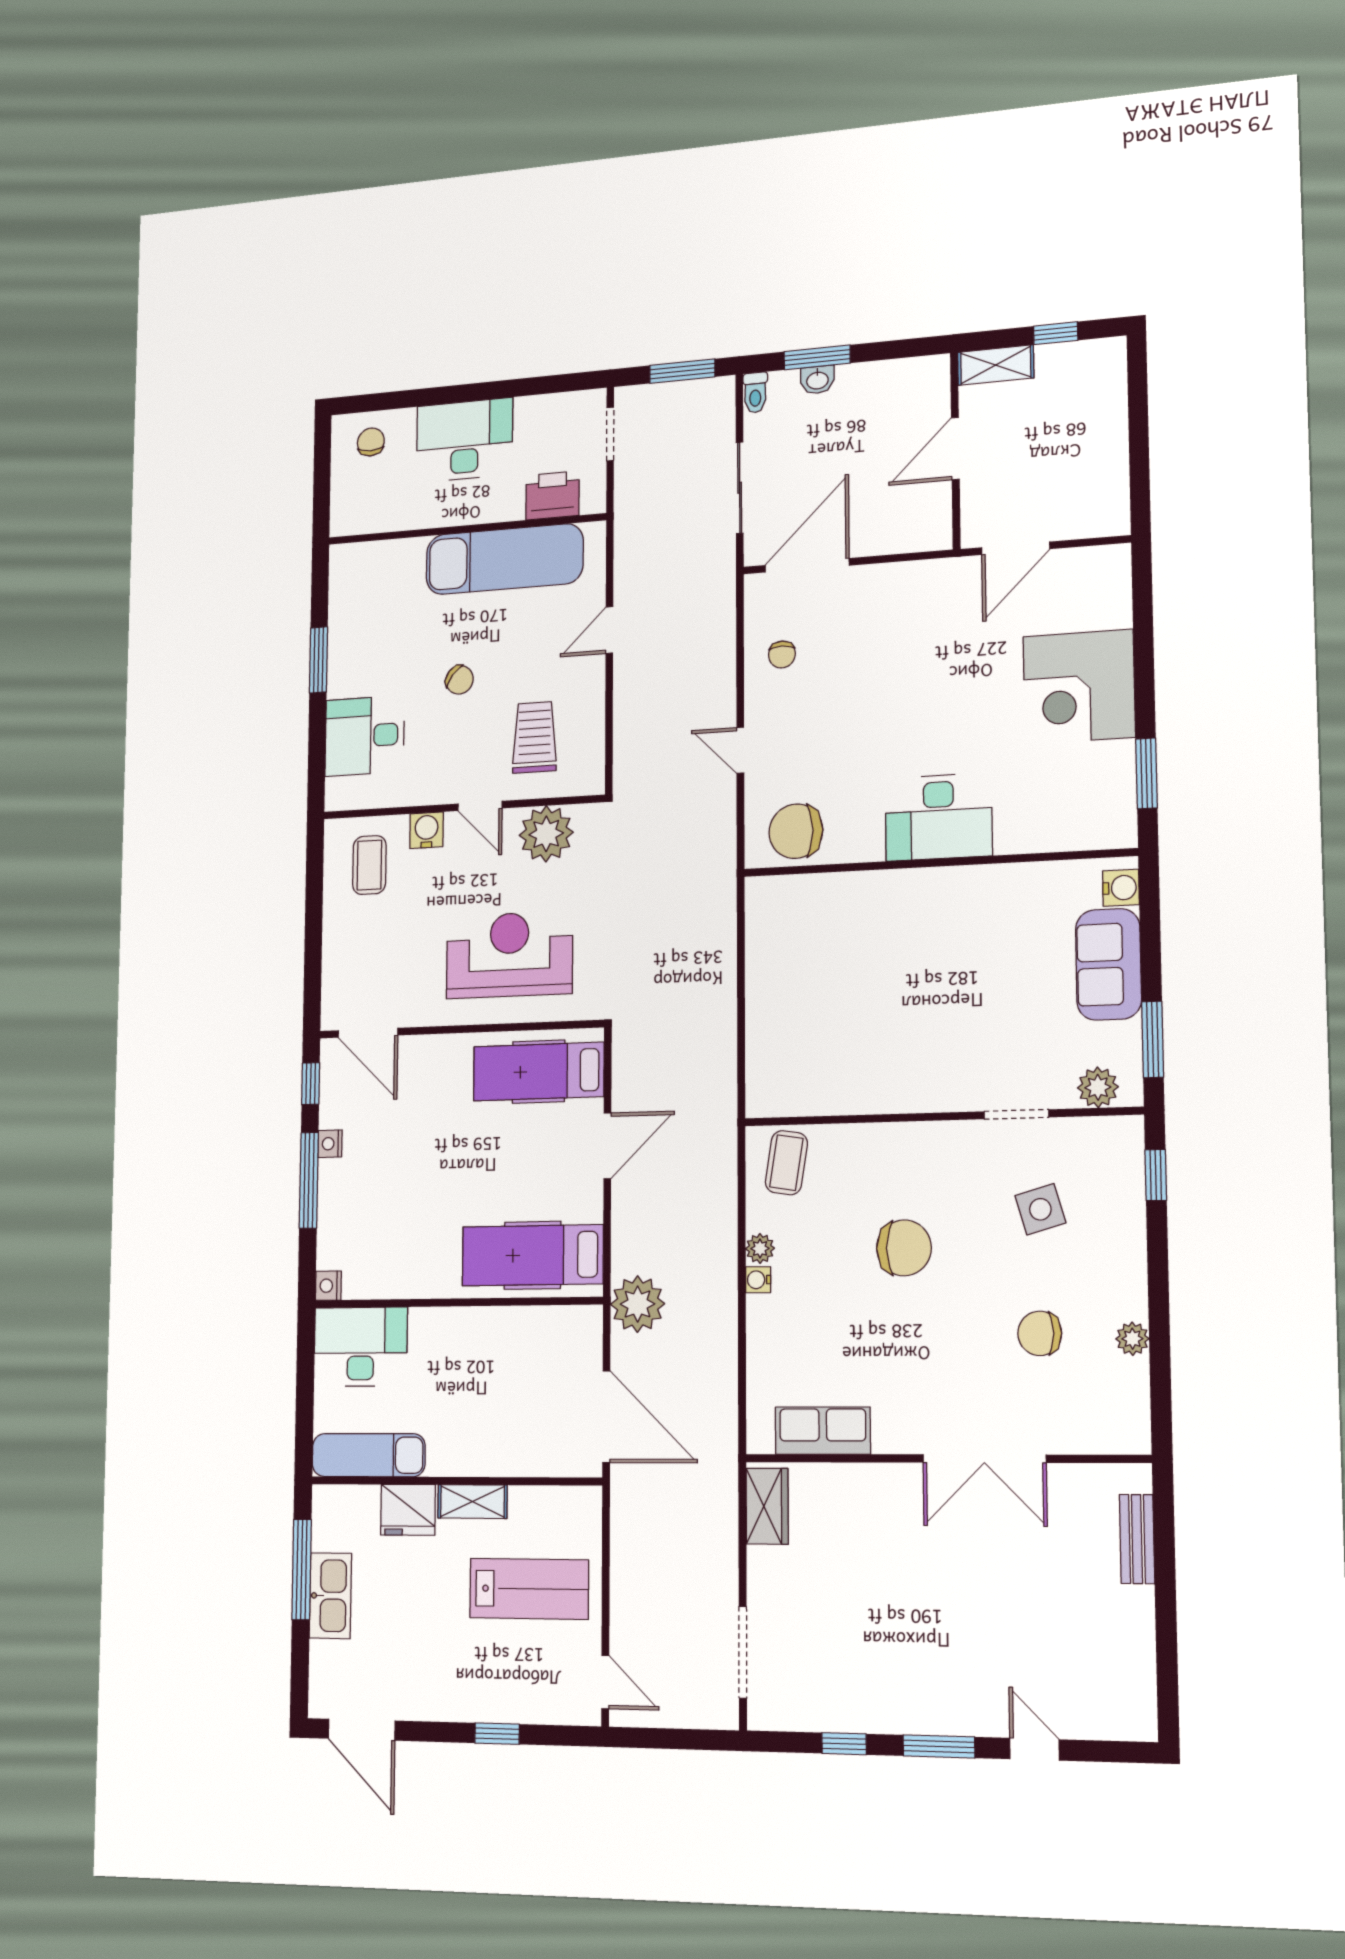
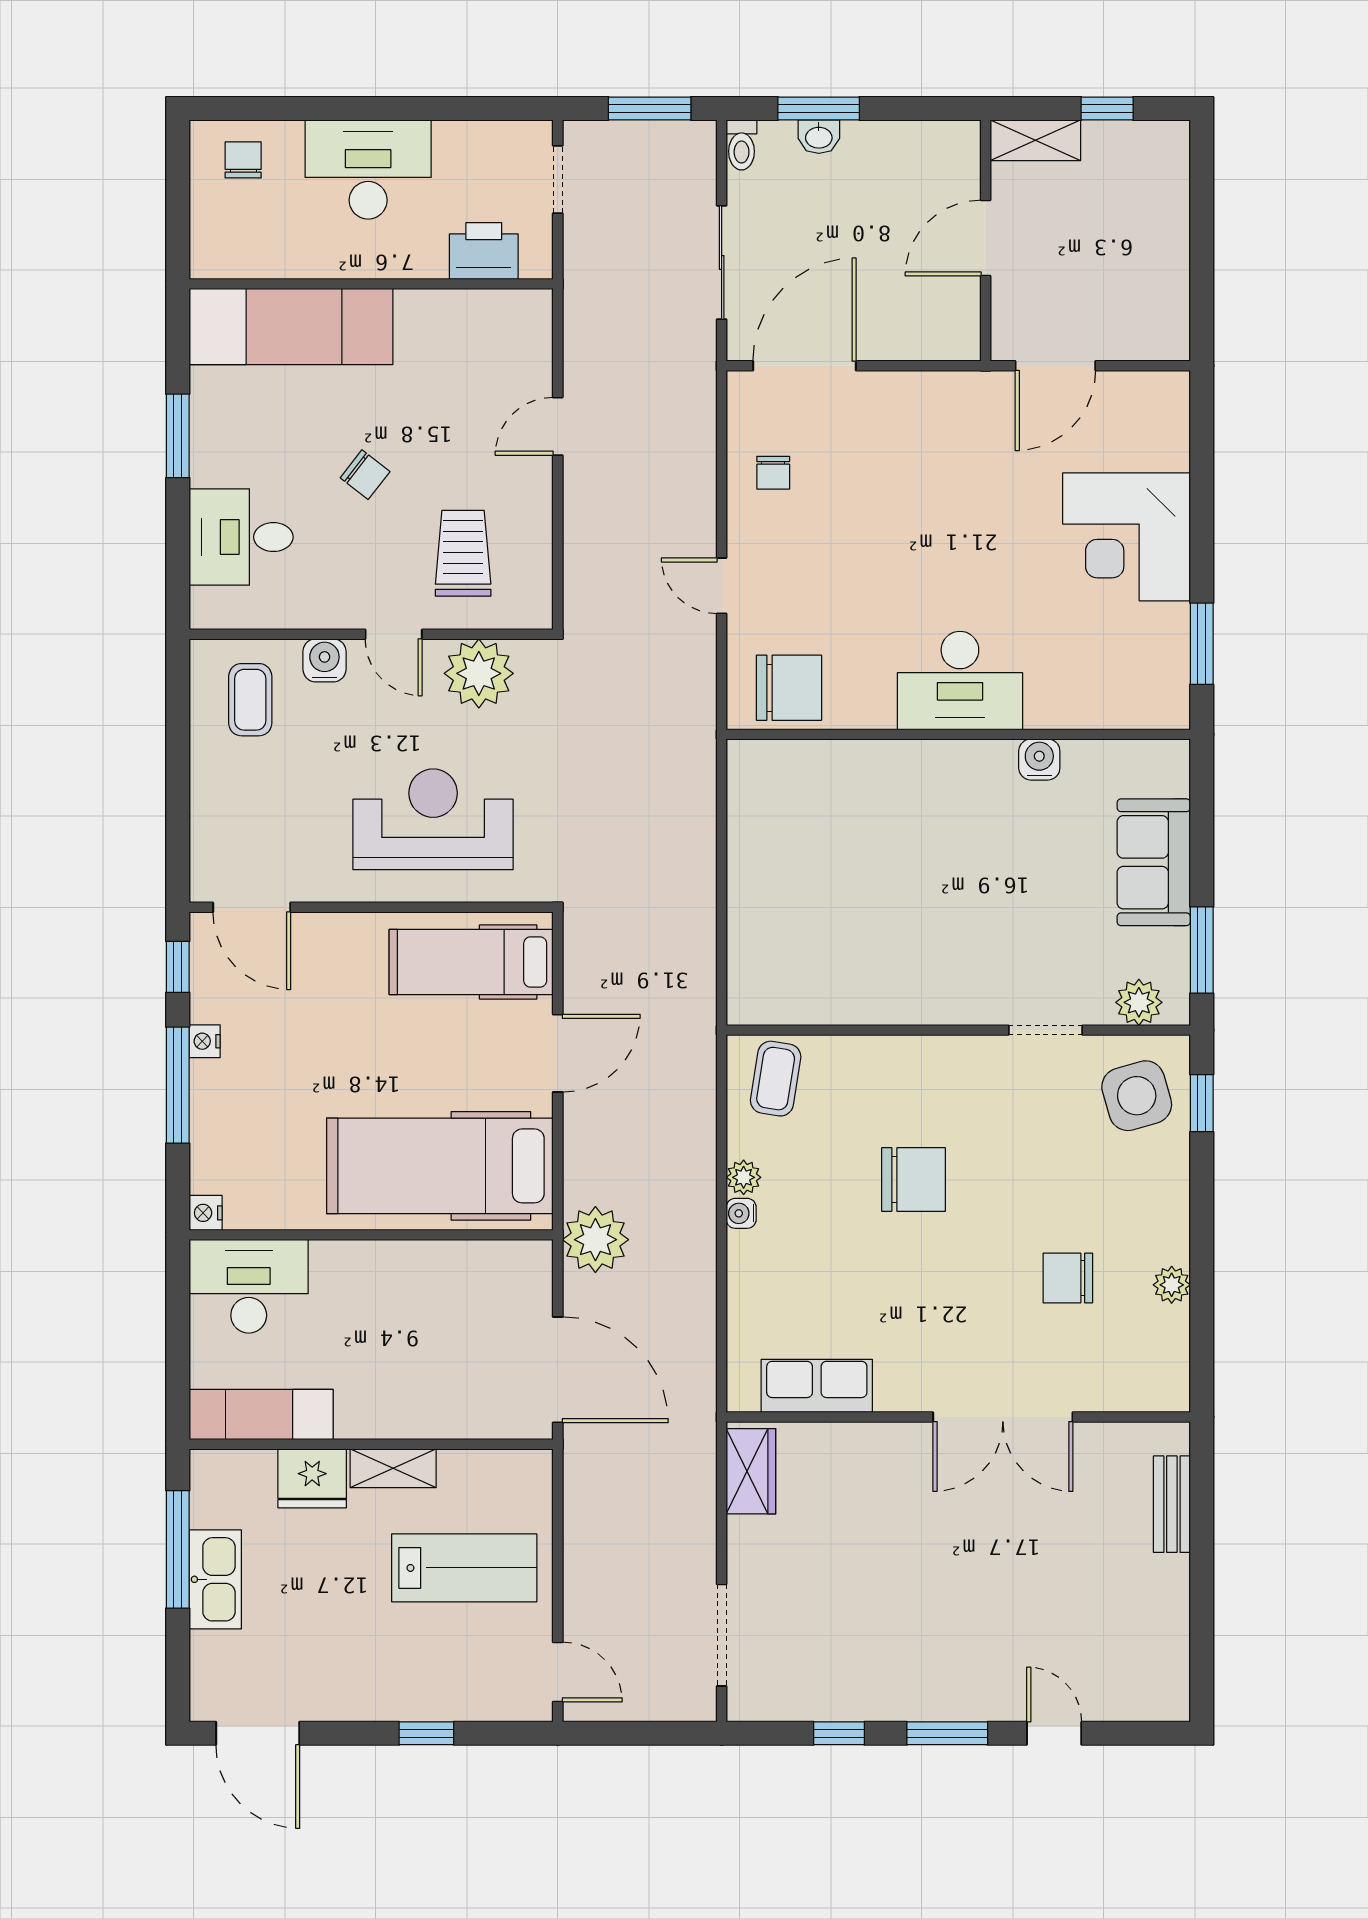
exam couch: (504, 559) -> (291, 326), moved
chair: (796, 831) -> (789, 688), turned 180
water cooler: (1121, 888) -> (1039, 759), moved, turned -90
side table: (1040, 1209) -> (1137, 1096), moved, width x1.37, depth x1.37
hospital bed: (532, 1255) -> (440, 1166), width x1.37, depth x1.29

